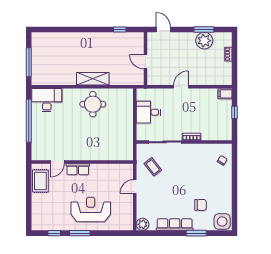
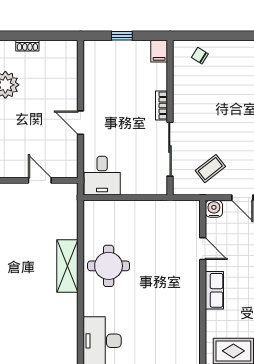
door: (145, 62) -> (40, 180), swing flipped
filing cabinet: (225, 94) -> (159, 51), moved
desk: (148, 112) -> (102, 176), moved
door: (57, 162) -> (203, 249), moved
water cooler: (128, 169) -> (214, 209), added

